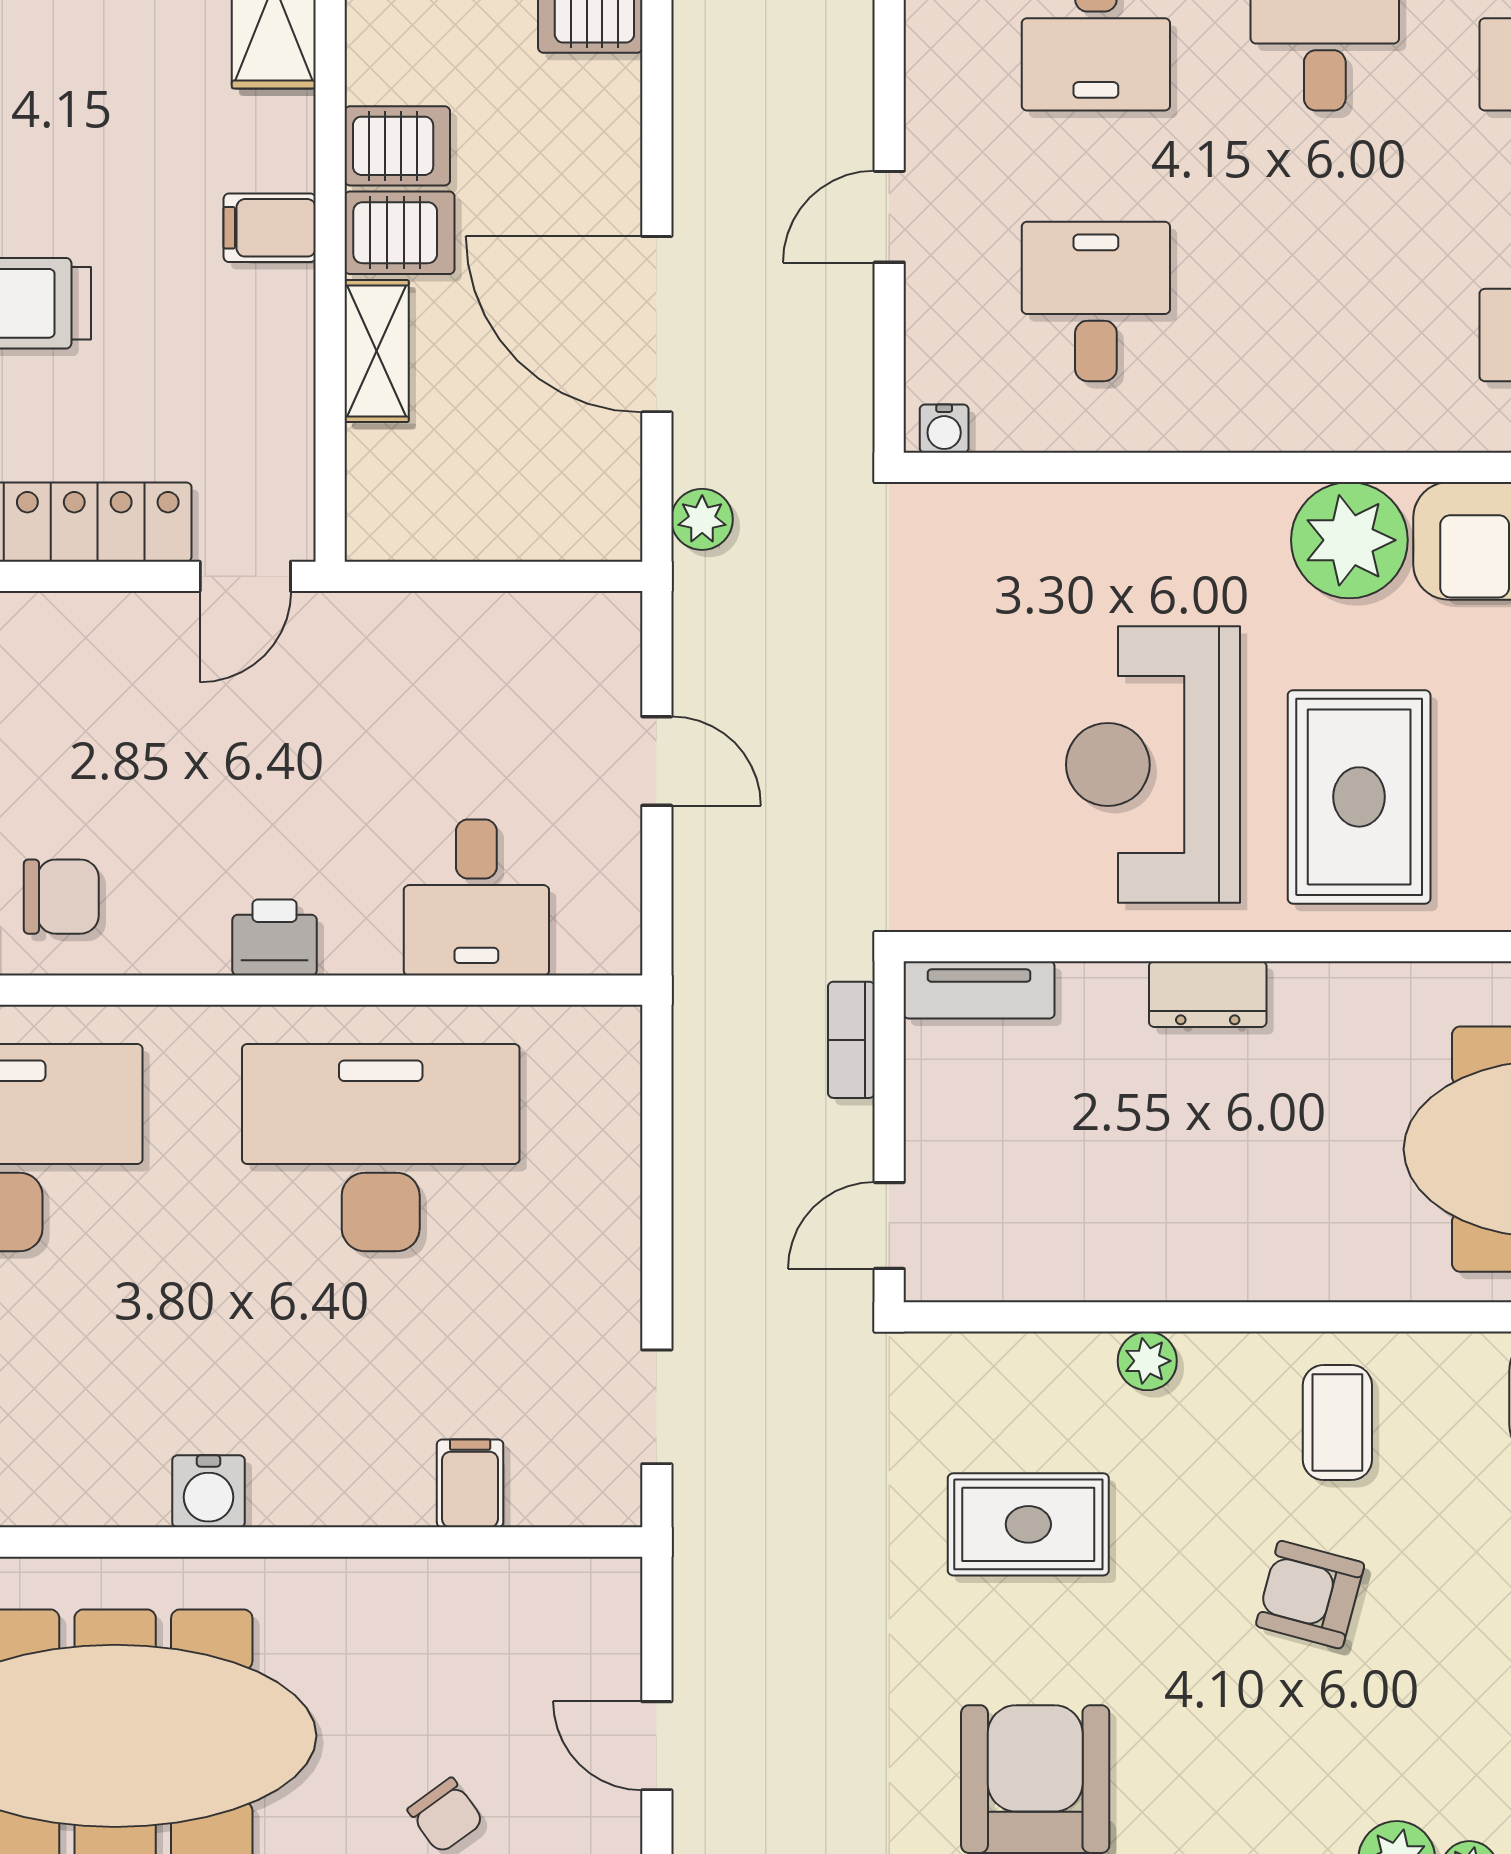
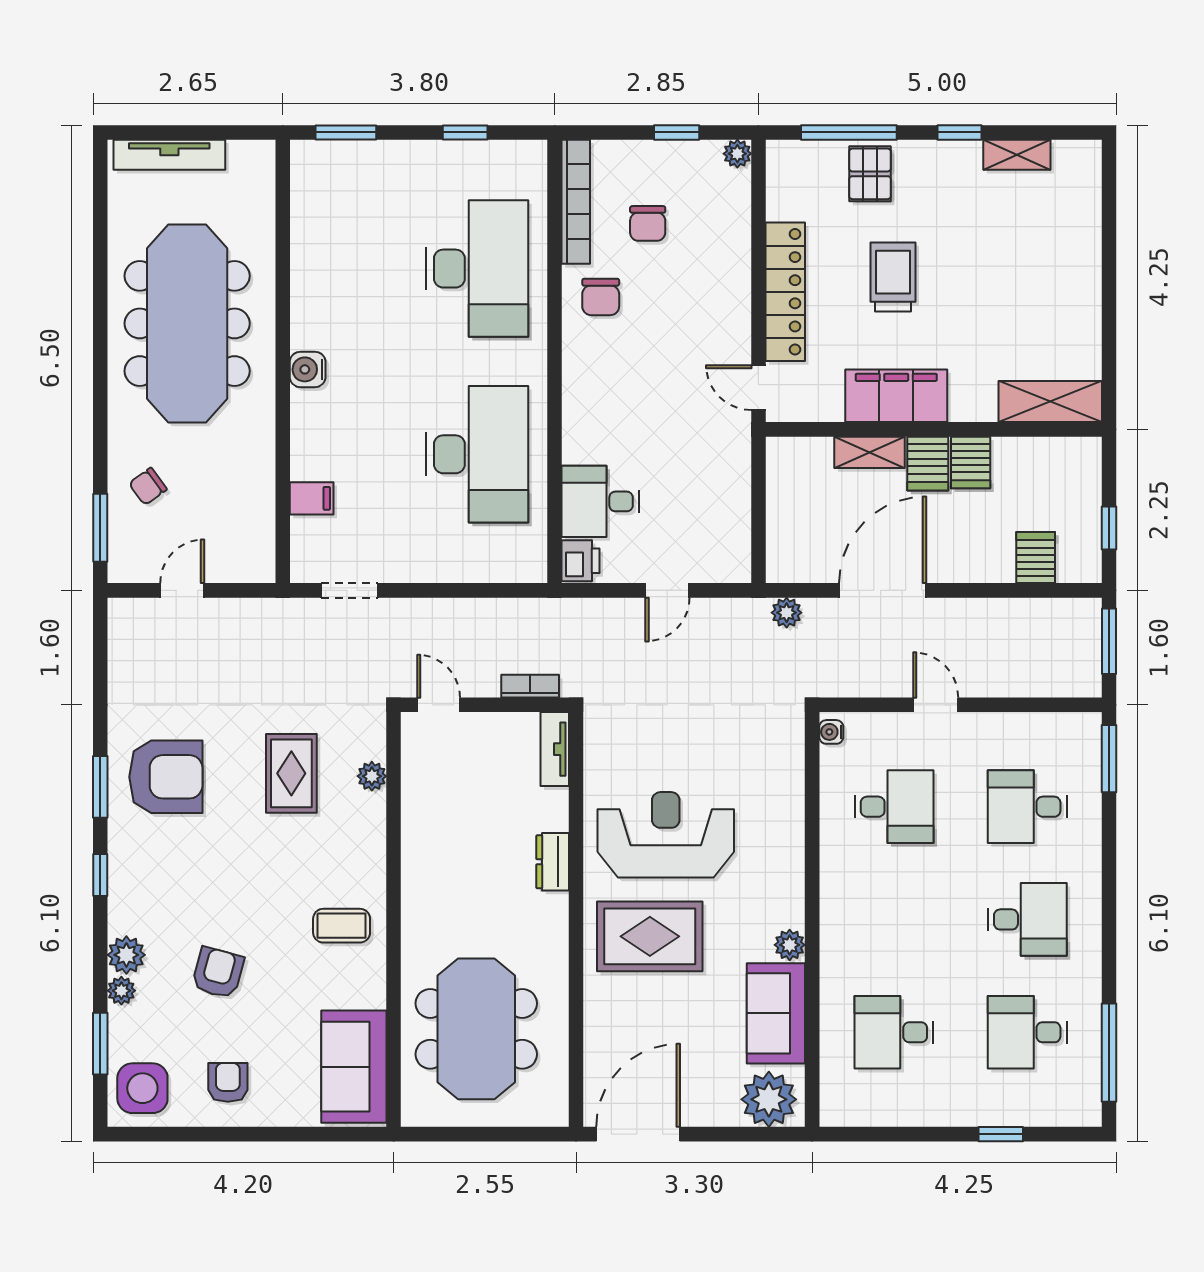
filing cabinet: (270, 228) -> (896, 396), width x3.00, depth x1.17
plant: (1349, 540) -> (790, 945), width x0.53, depth x0.53
printer: (275, 937) -> (581, 561), moved
plant: (1147, 1361) -> (372, 776), moved
armchair: (1310, 1595) -> (218, 973), moved

